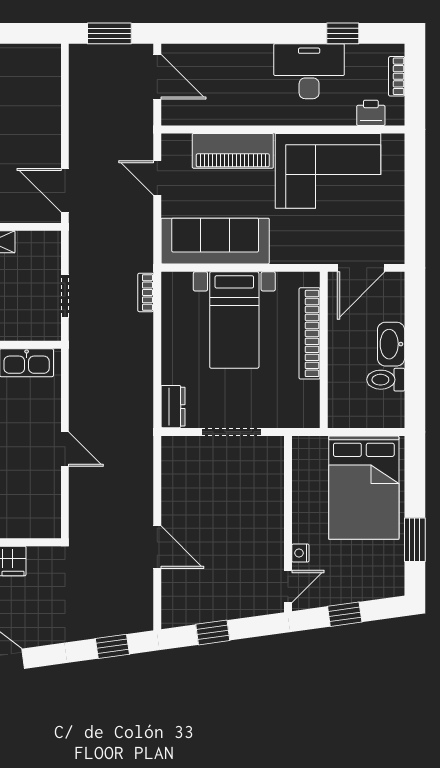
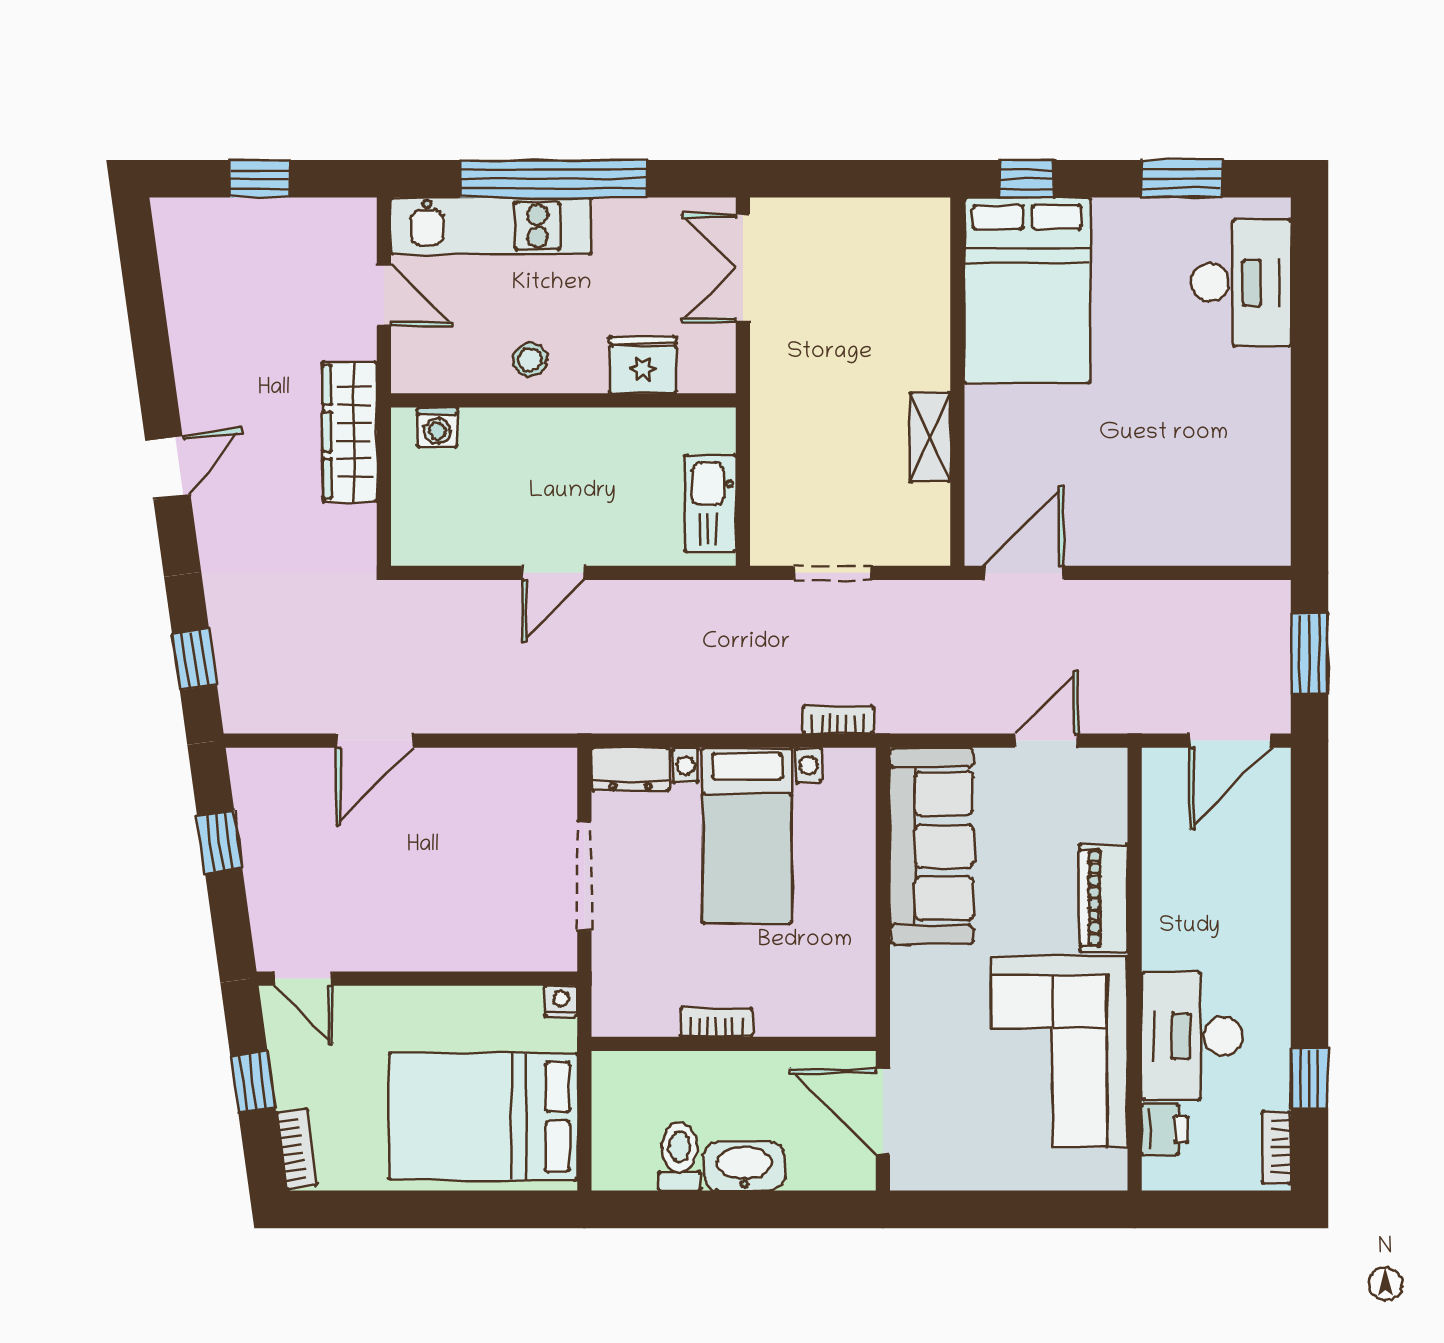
desk: (309, 71) -> (1192, 1036), moved, turned 180
bookcase: (397, 76) -> (1276, 1147), moved, turned -90
piano: (233, 151) -> (1104, 898), width x0.73, depth x0.75
bed with nightstands: (234, 320) -> (747, 836), moved, turned -90
bookcase: (310, 333) -> (716, 1022), width x0.43, depth x0.76
window: (415, 540) -> (388, 1209), removed
nightstand: (300, 553) -> (561, 1001), moved
bookcase: (382, 590) -> (297, 1149), added

